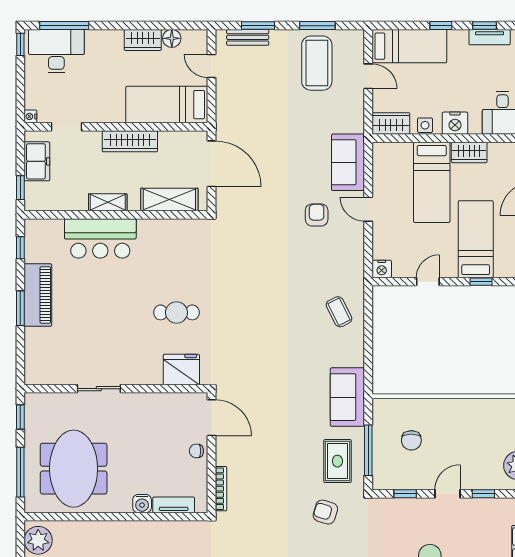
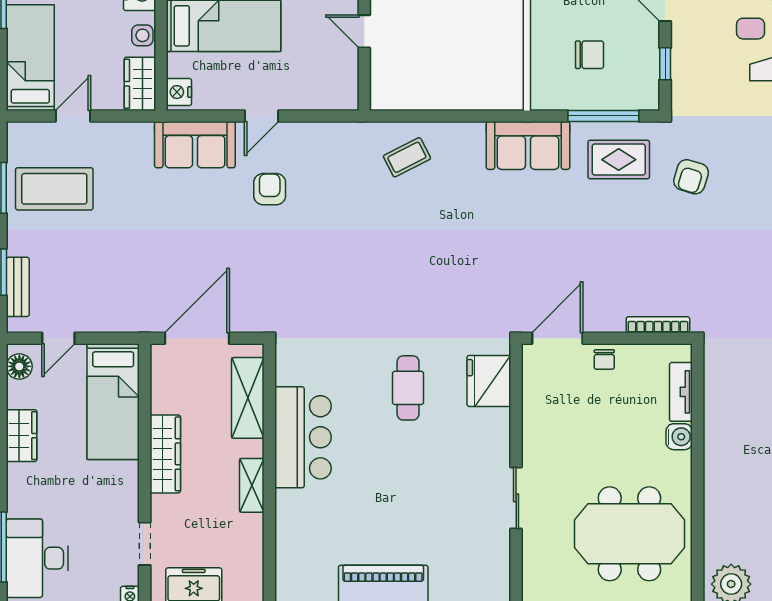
floor lamp: (172, 38) -> (19, 366), moved
armchair: (317, 215) -> (270, 189), turned 90
bar counter: (100, 238) -> (303, 437), moved
nightstand: (382, 269) -> (179, 92), moved, turned 180

